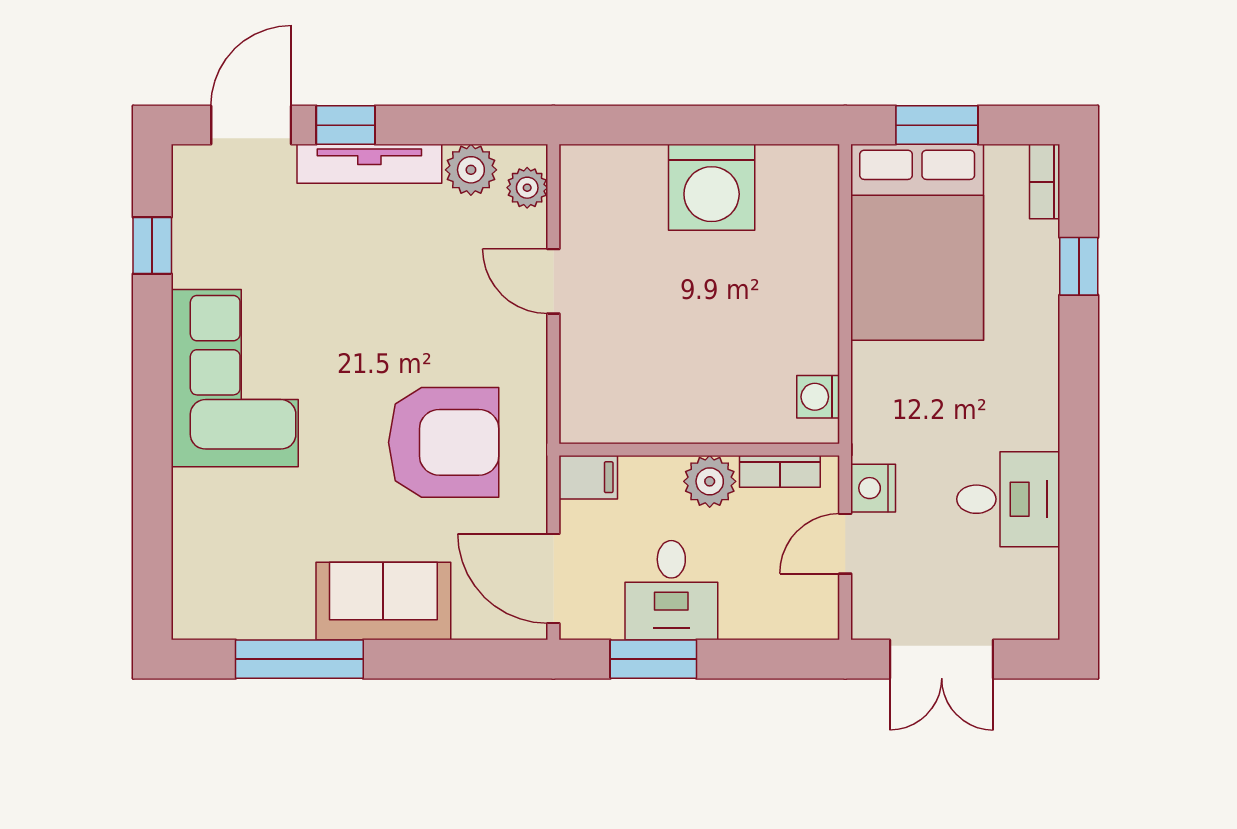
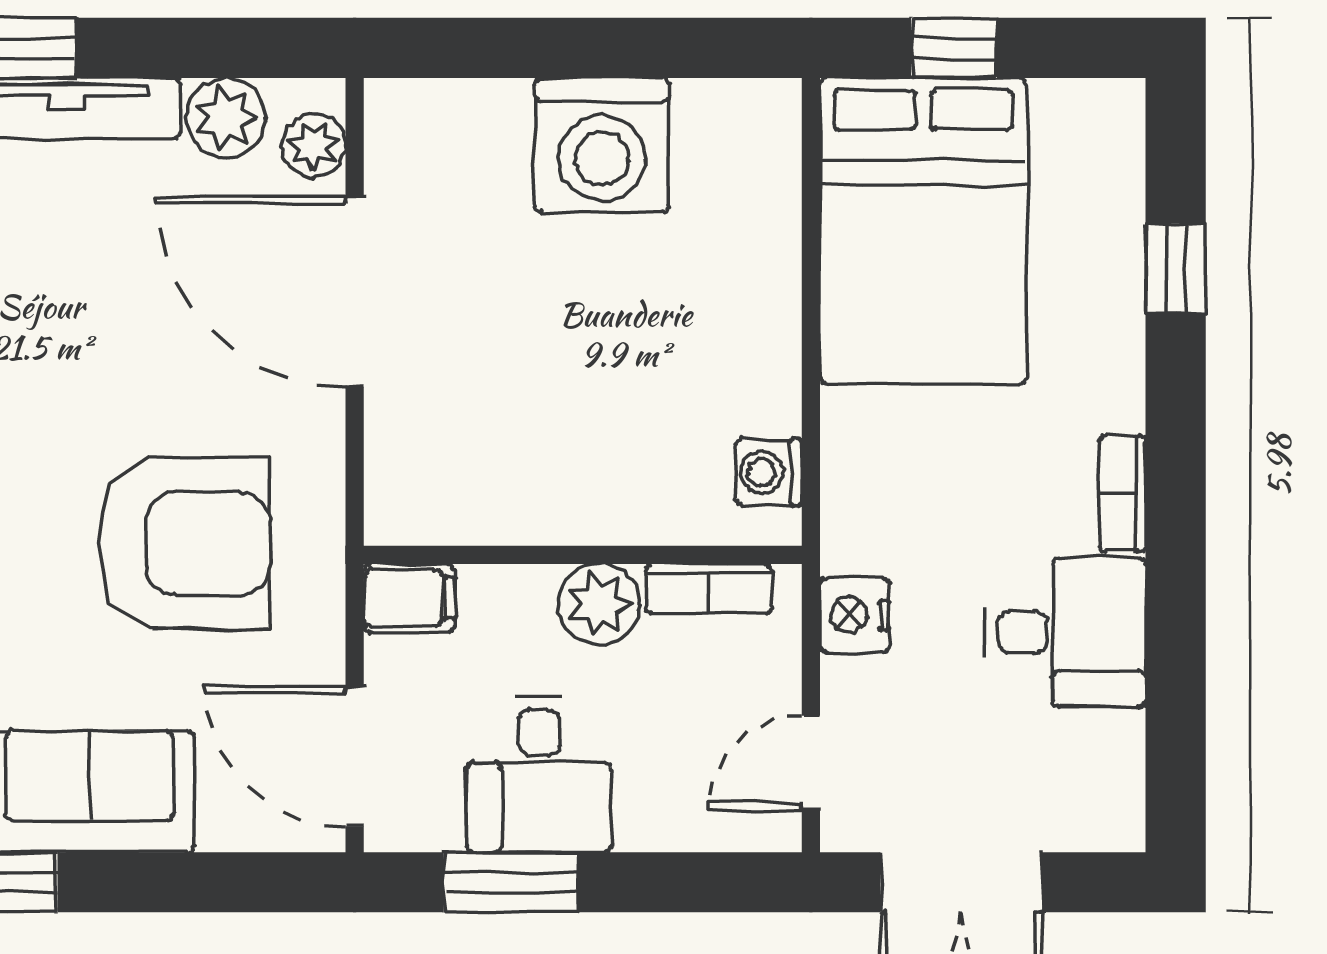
window: (937, 125) -> (954, 48), width x0.67
bookcase: (1045, 182) -> (1122, 494), moved
door: (553, 281) -> (355, 292), width x1.87
door: (845, 544) -> (811, 763), moved

